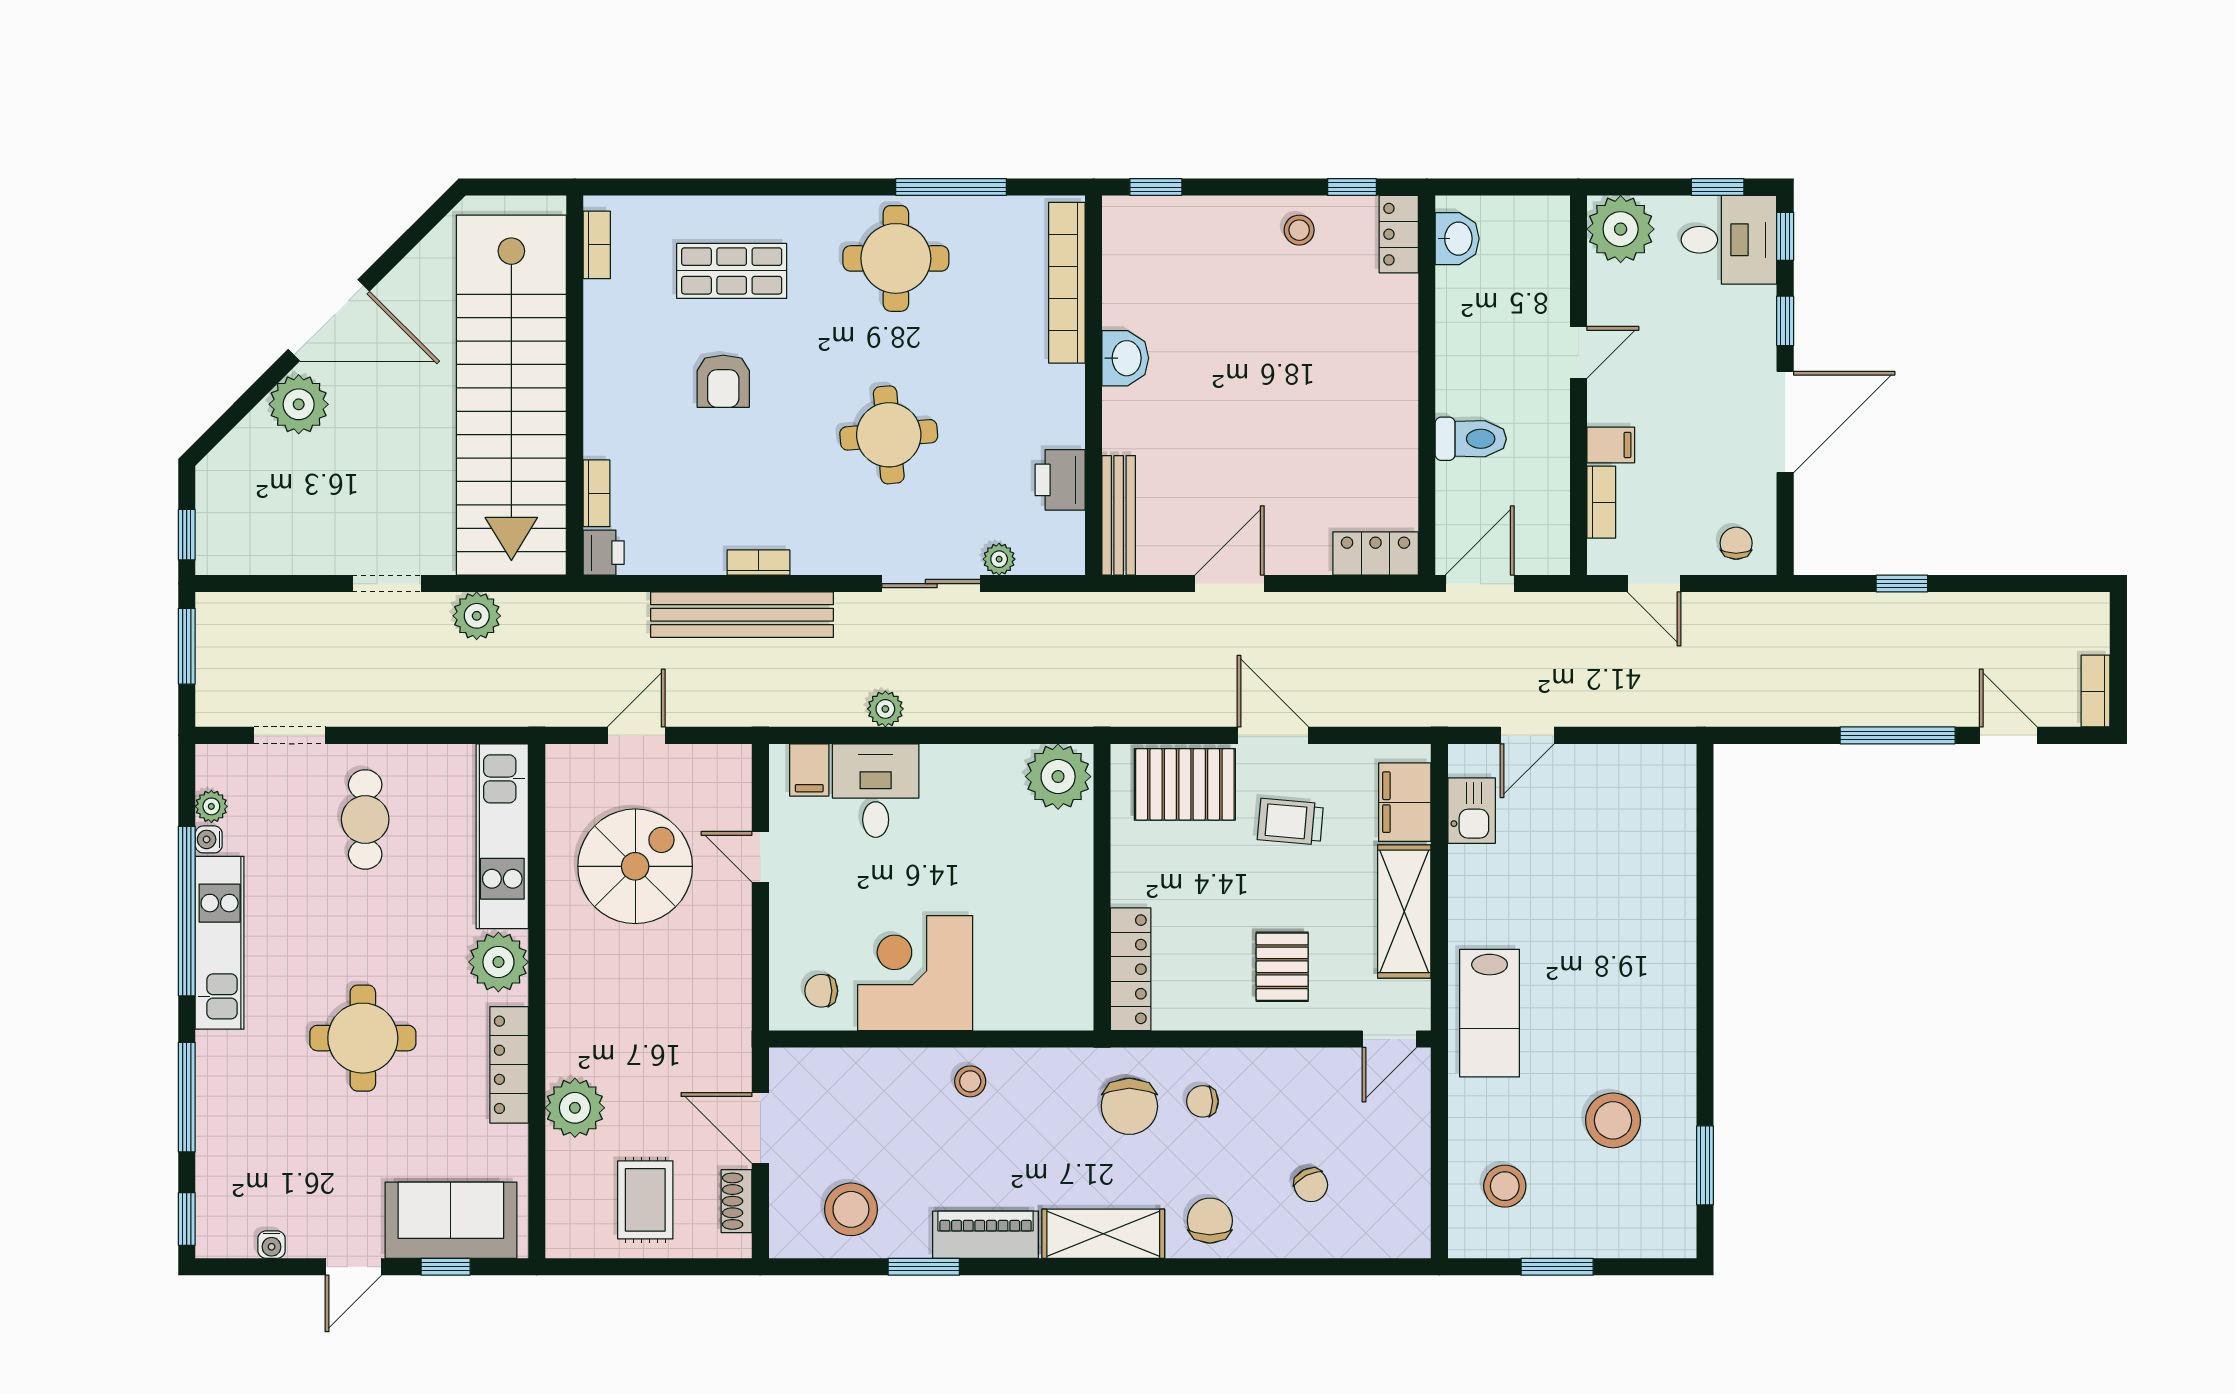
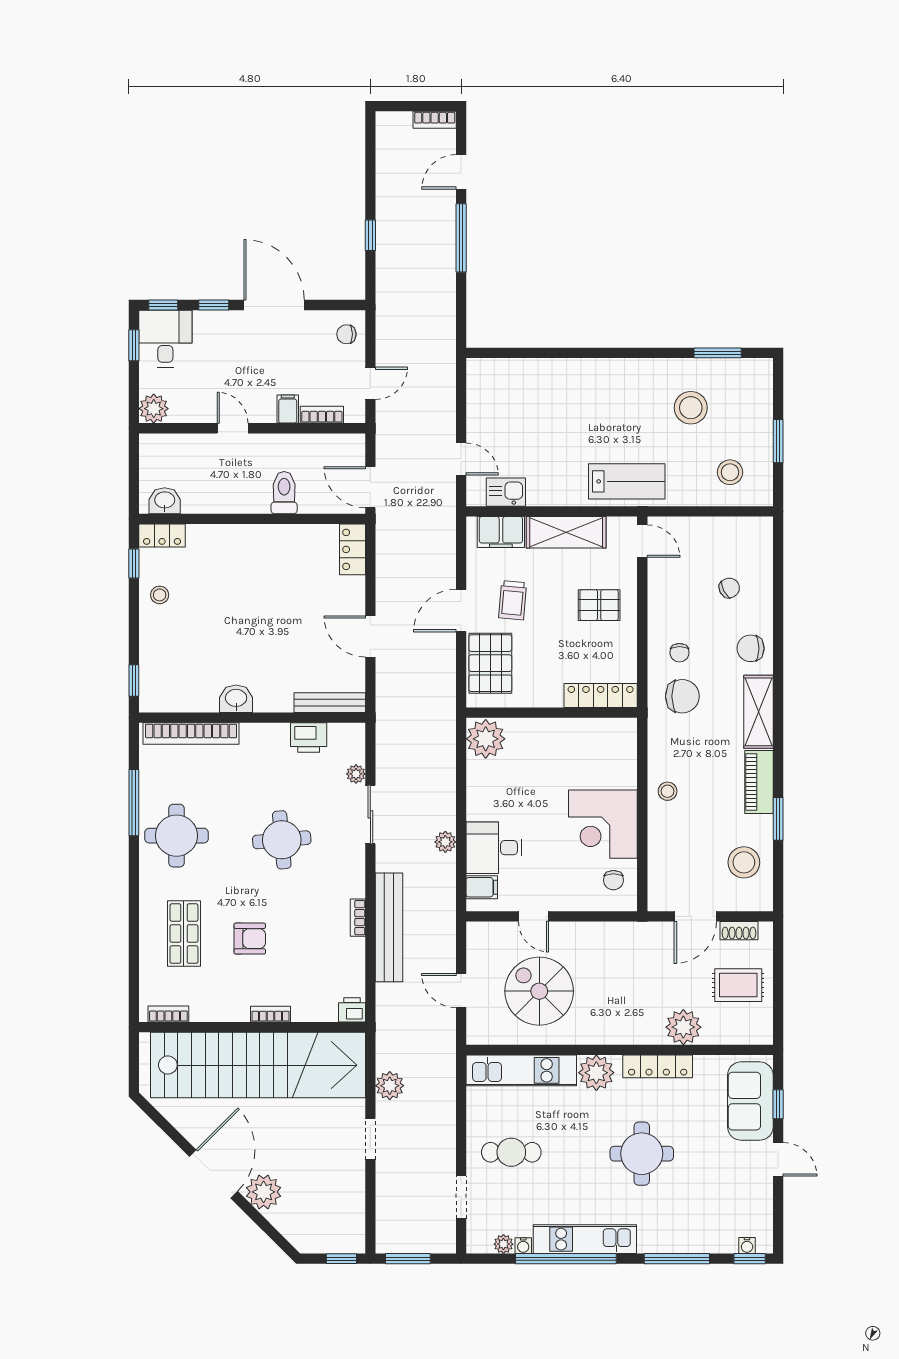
plant: (1621, 229) -> (154, 409), width x0.73, depth x0.73
bookcase: (597, 493) -> (271, 1014), moved
door: (760, 857) -> (534, 916), hinge flipped
water cooler: (272, 1245) -> (747, 1245), moved, turned 90

